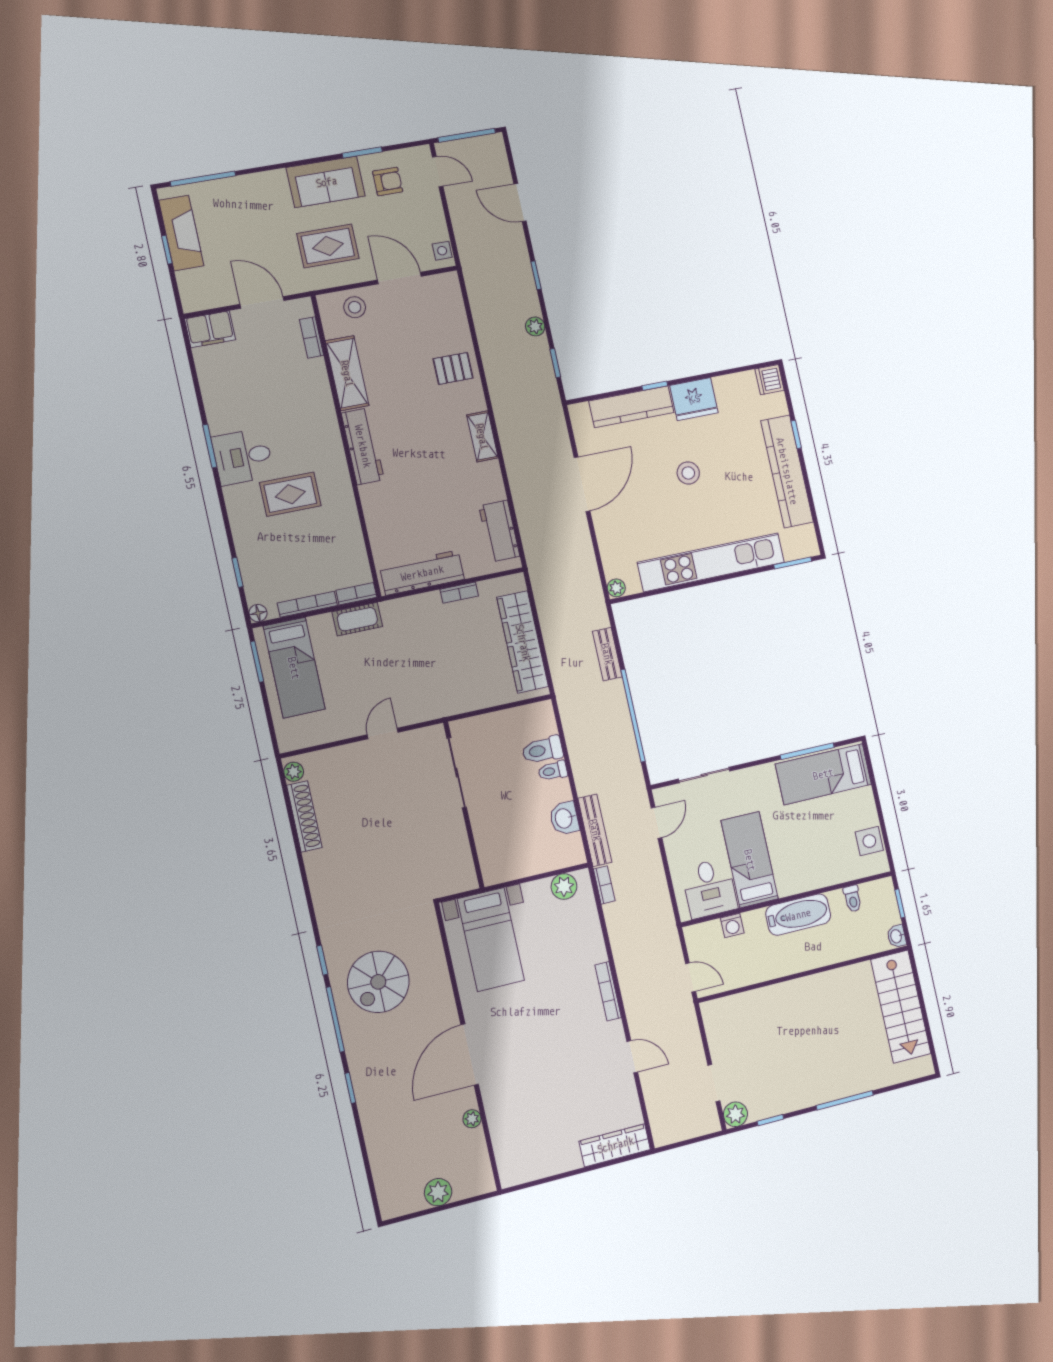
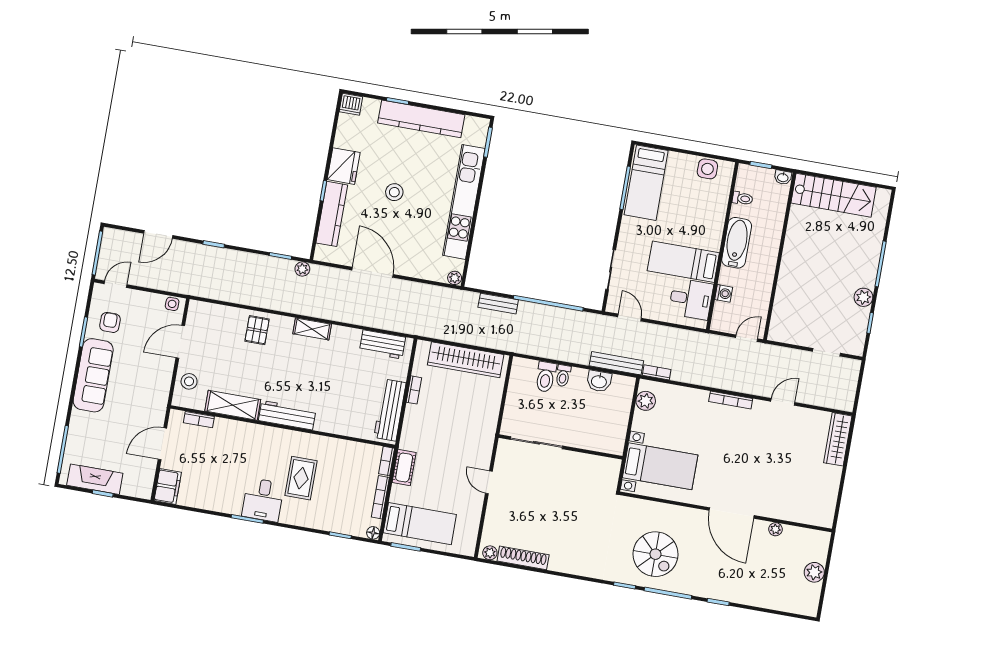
sofa: (326, 182) -> (93, 375), width x1.36
rug: (328, 246) -> (140, 383), removed
plant: (535, 326) -> (302, 269), moved
plant: (735, 1114) -> (863, 297), moved

